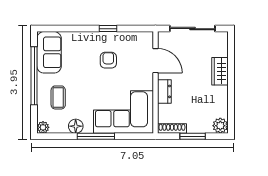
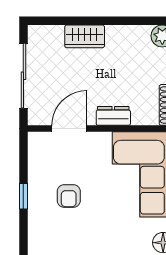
armchair: (108, 60) -> (69, 196), turned -90

